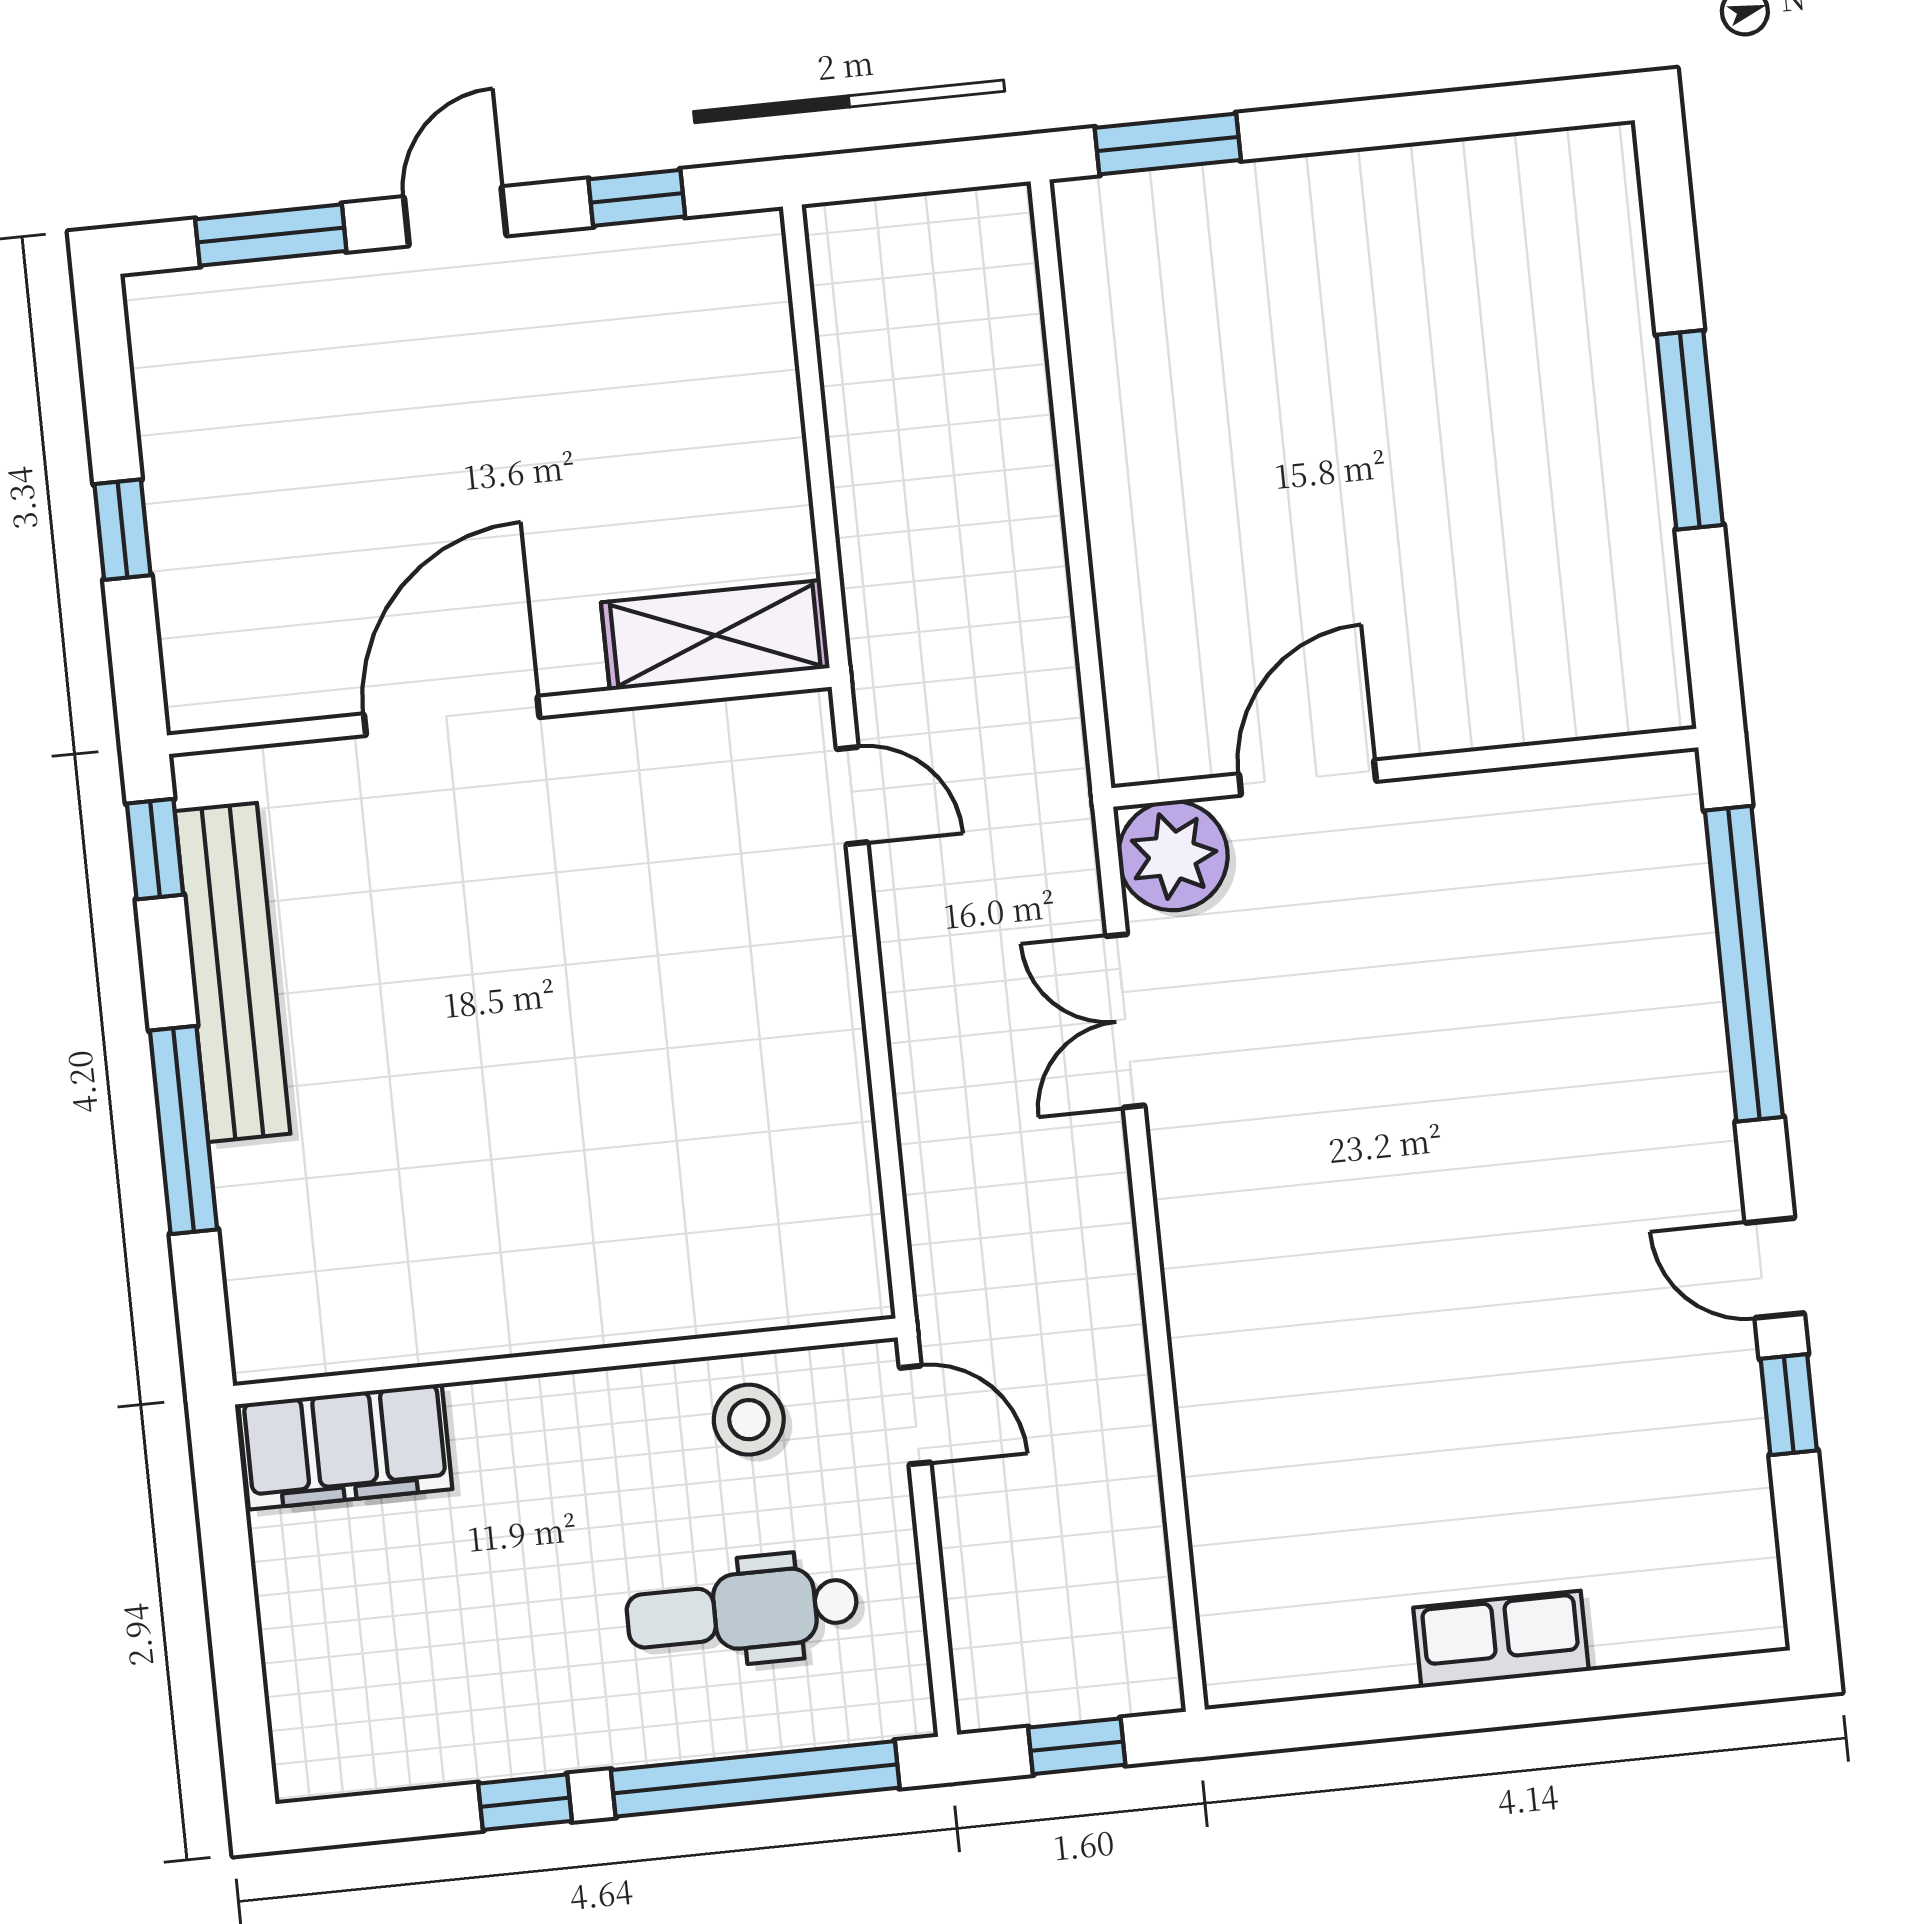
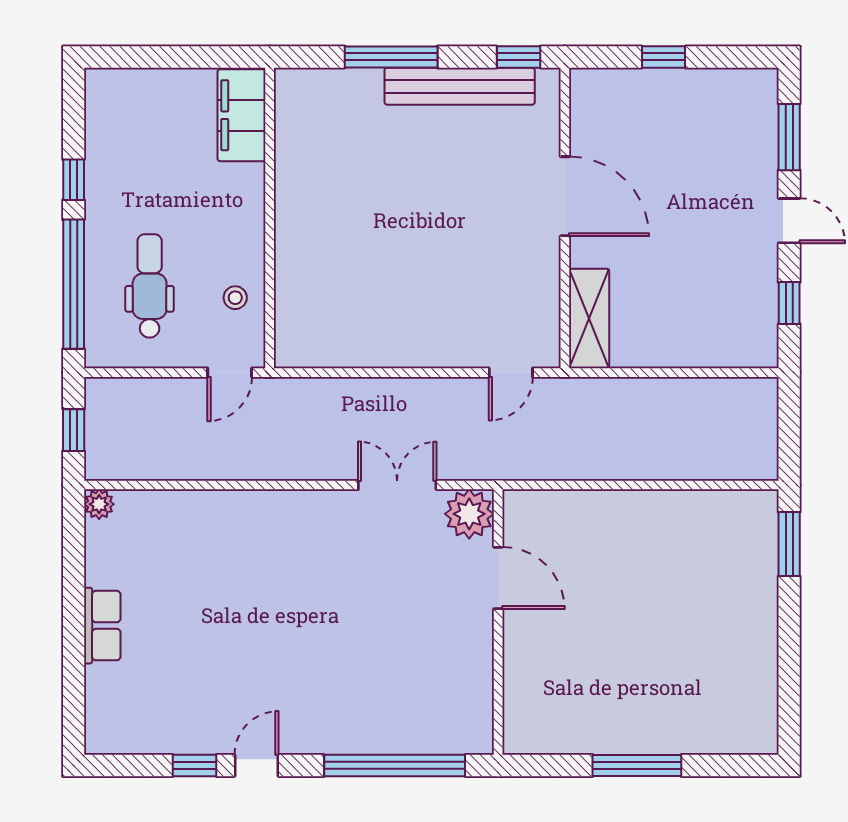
stool: (749, 1420) -> (235, 298), width x0.73, depth x0.73
plant: (1234, 1673) -> (99, 504), added

